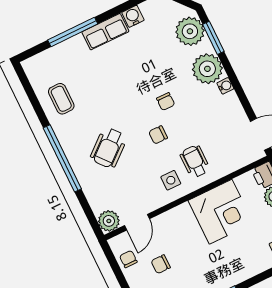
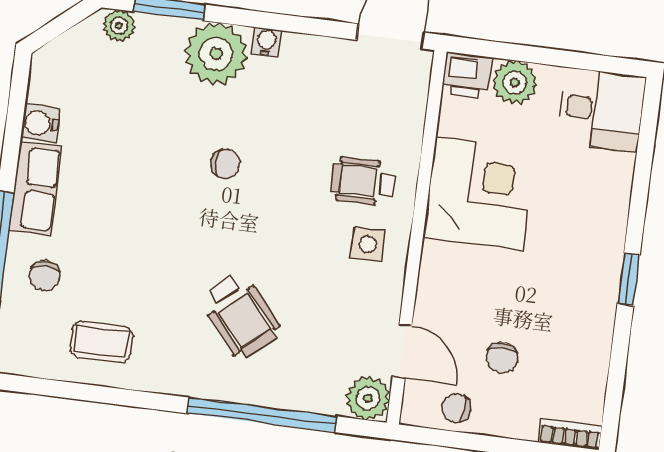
plant: (190, 31) -> (119, 26), width x0.53, depth x0.53
chair: (158, 135) -> (45, 276), moved
window: (62, 158) -> (262, 415), moved

